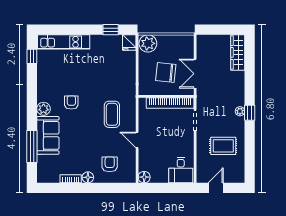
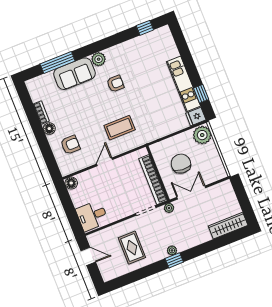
kitchen unit: (64, 42) -> (183, 84), moved
plant: (201, 99) -> (169, 208), added

